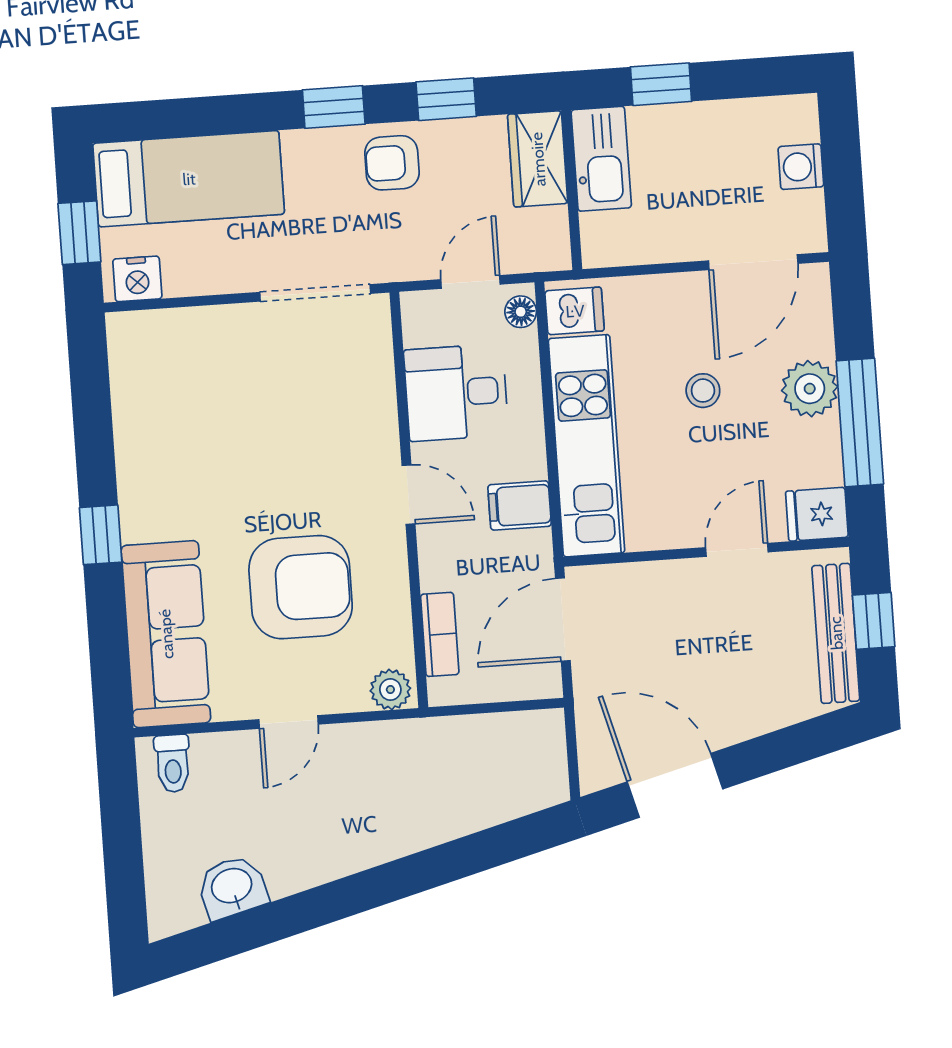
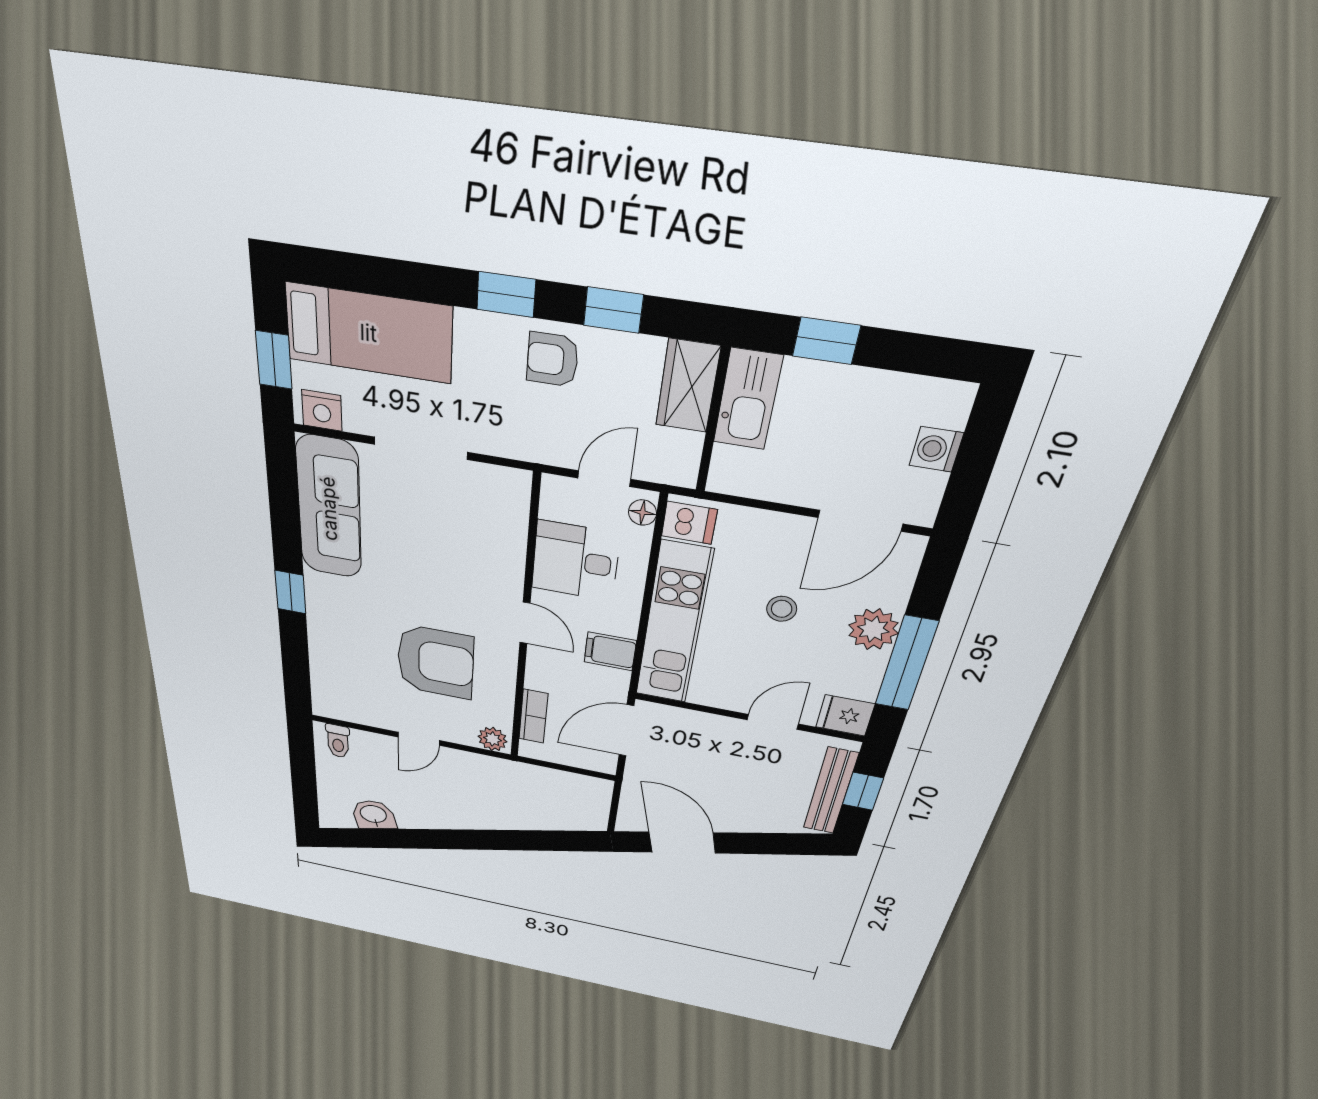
doorway: (315, 293) -> (421, 448), moved
sofa: (166, 634) -> (329, 508), moved

